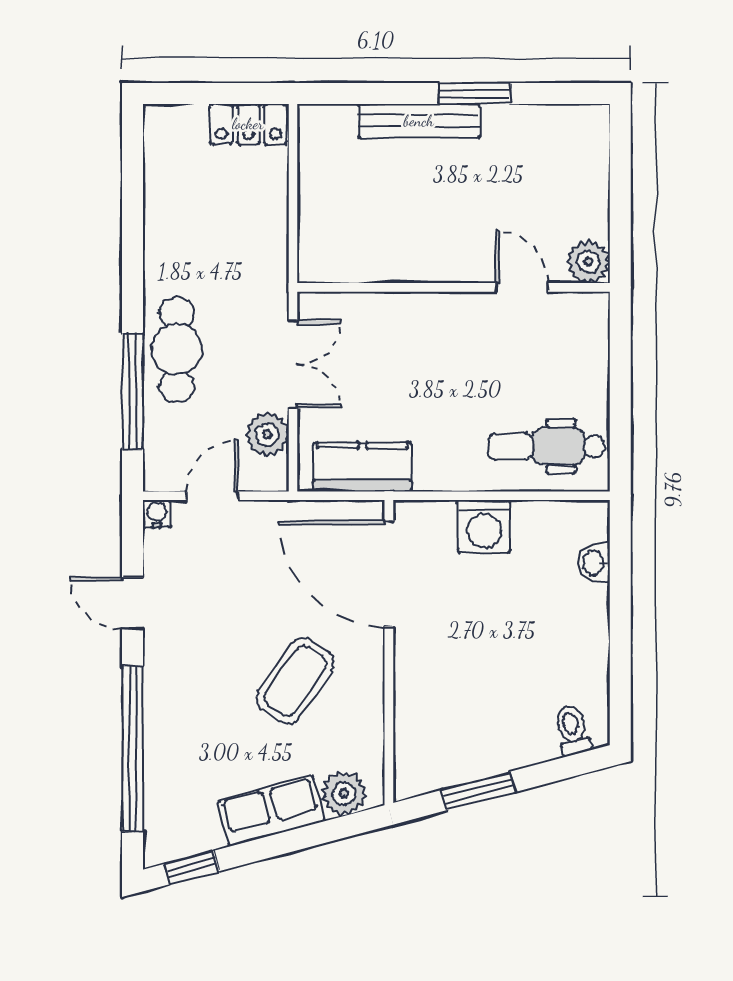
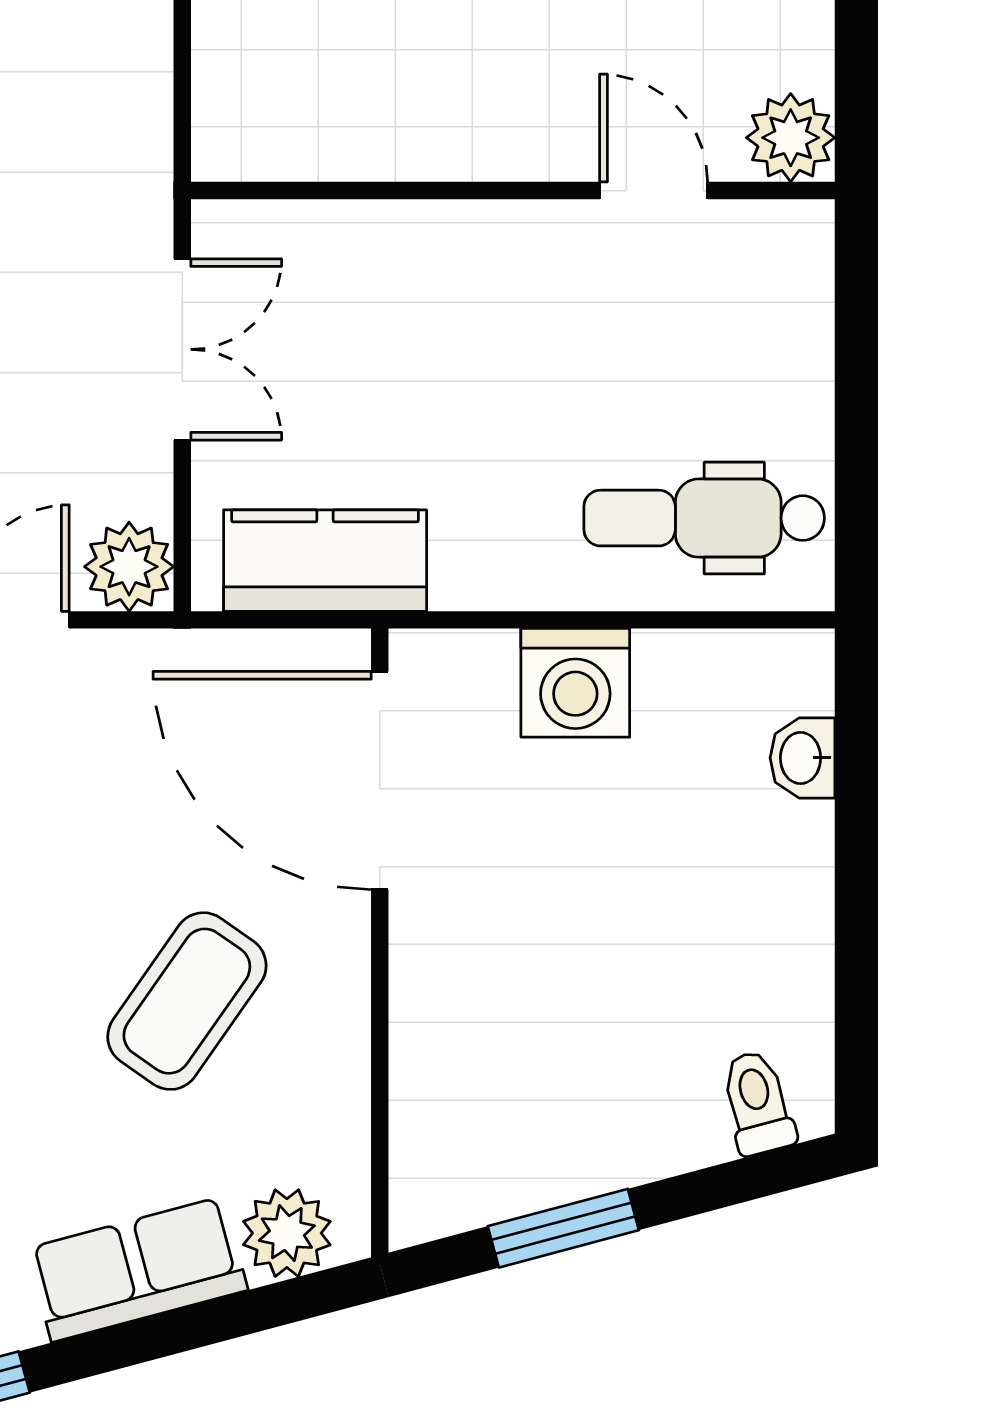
plant: (267, 434) -> (129, 567), moved

